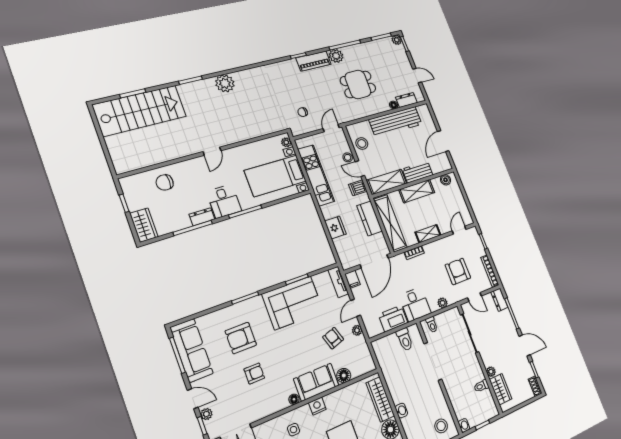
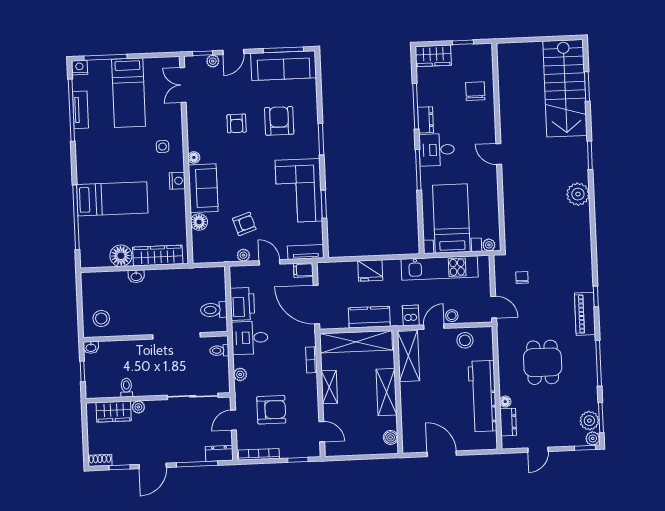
plant: (336, 56) -> (589, 421), moved
workbench: (418, 172) -> (410, 402), removed

